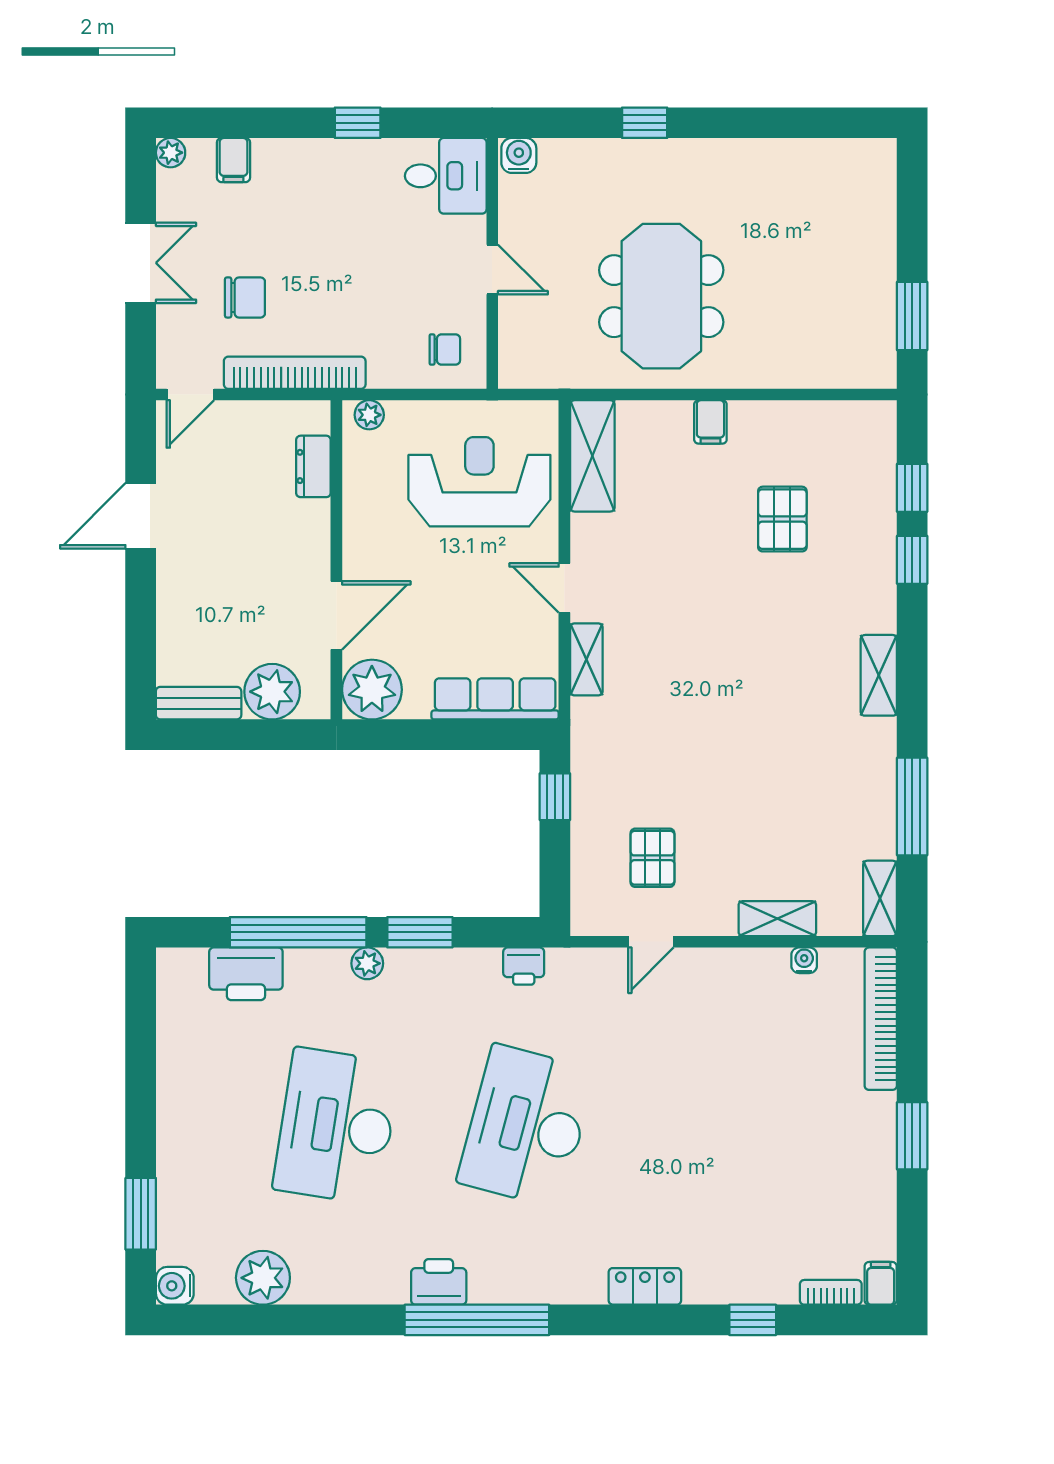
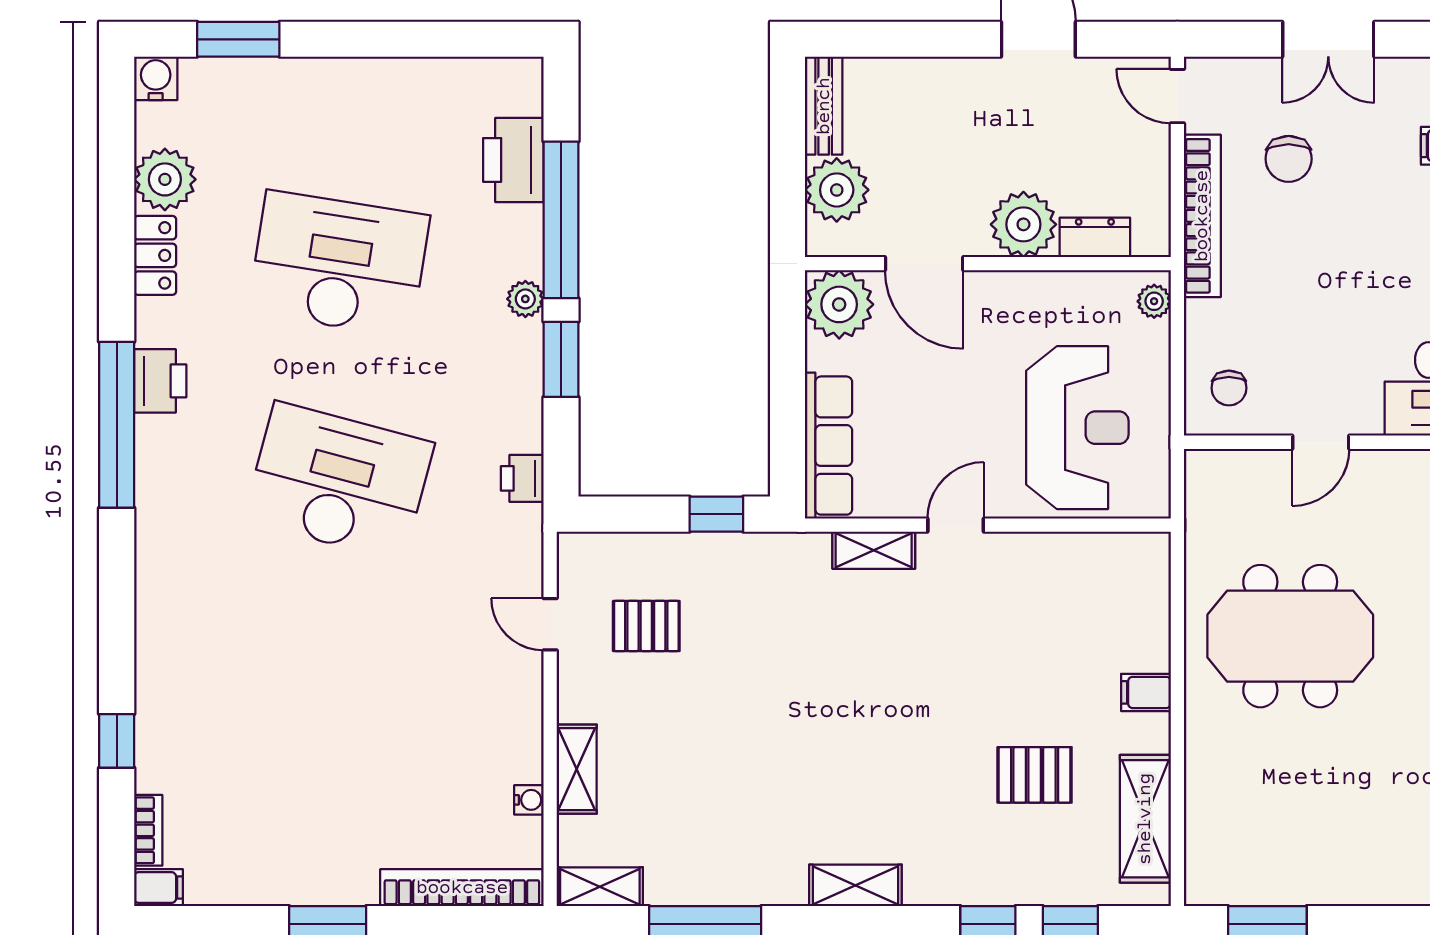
shelving: (592, 456) -> (1145, 819), moved, turned 90
plant: (302, 529) -> (1023, 224), added
locker: (645, 1286) -> (155, 255), moved

